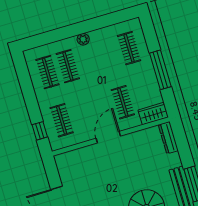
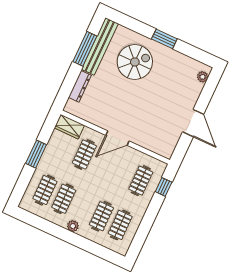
clothes rail: (109, 54) -> (64, 199), added
window: (160, 70) -> (36, 154), width x0.69
dresser: (168, 138) -> (80, 86), moved

